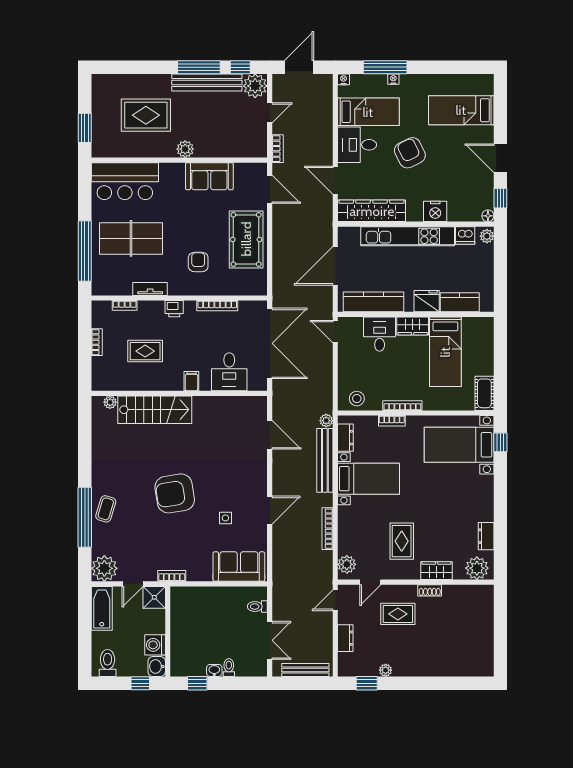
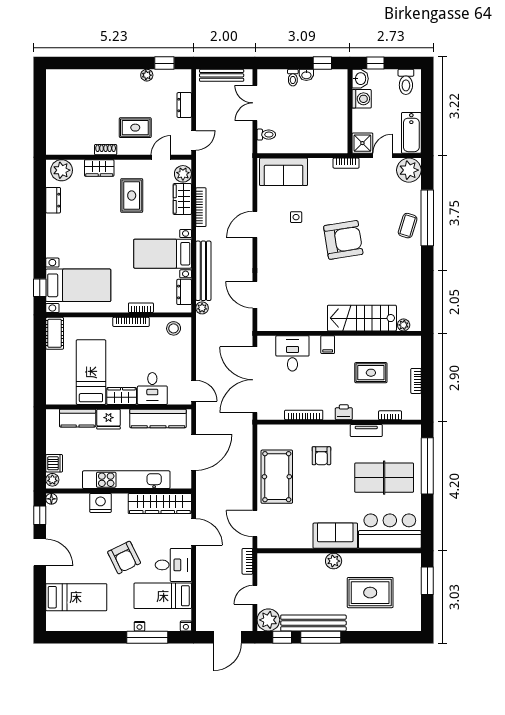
sofa: (209, 176) -> (335, 536), moved
dishwasher: (465, 235) -> (54, 463), moved, turned 90
wardrobe: (347, 537) -> (182, 199), added

